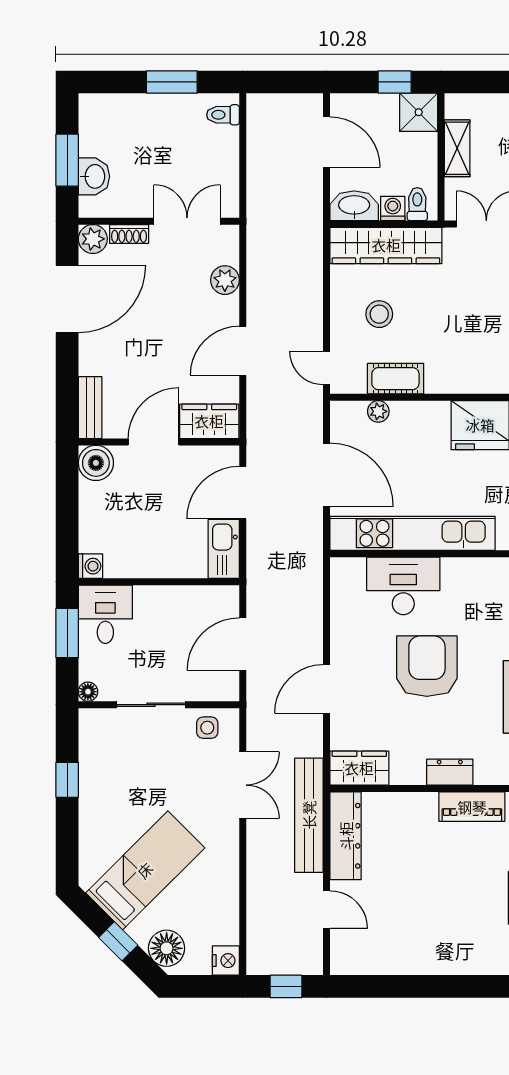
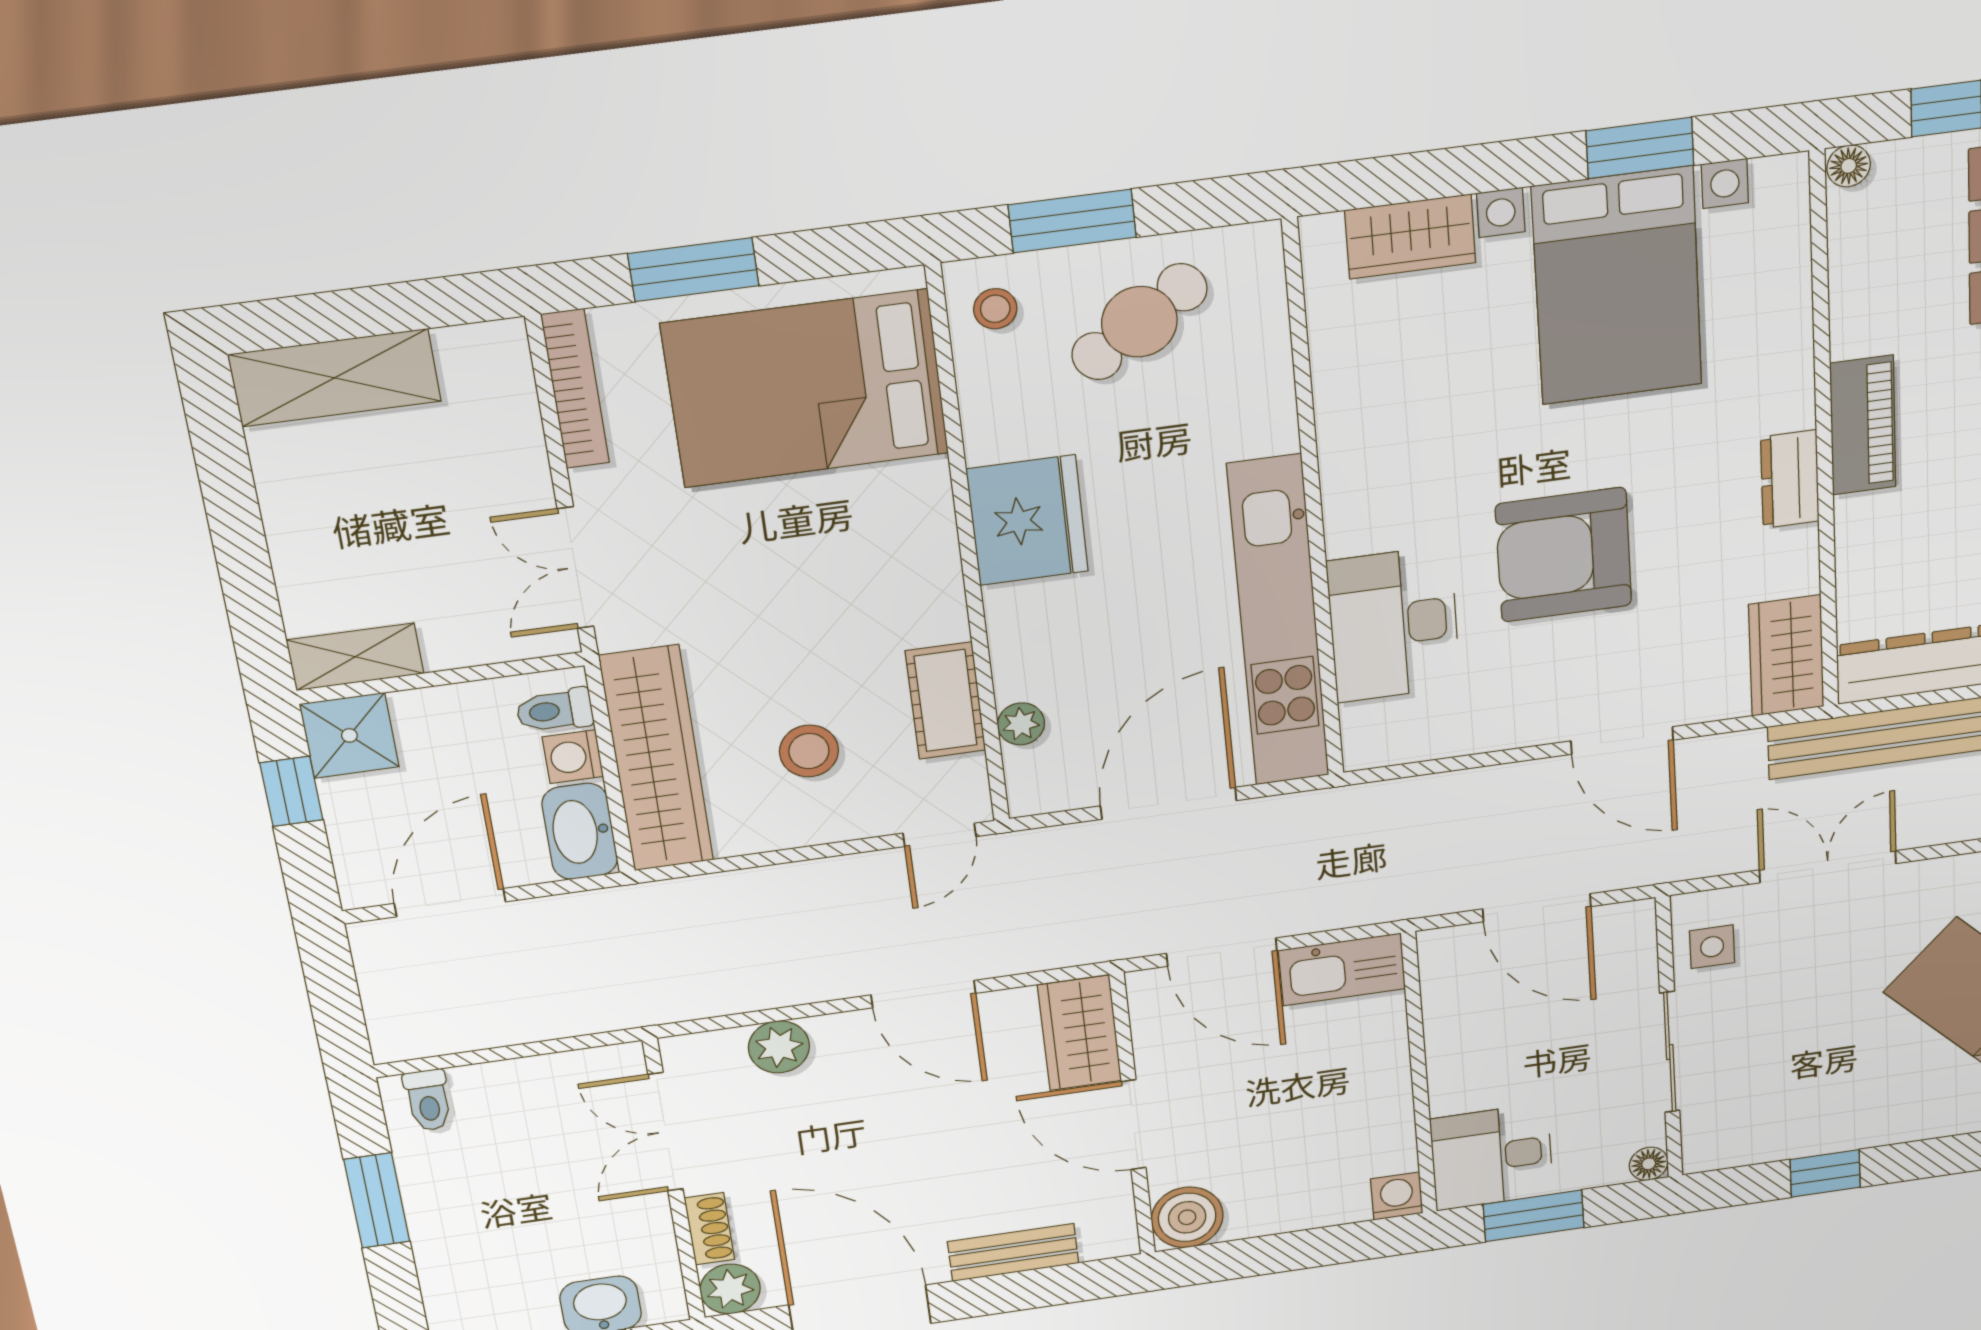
shelving: (457, 148) -> (355, 657), moved
bench: (90, 408) -> (1013, 1252), moved

